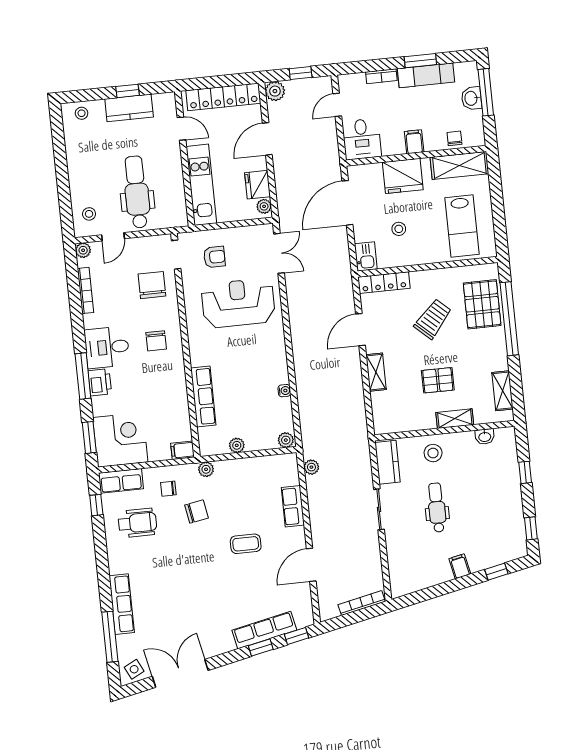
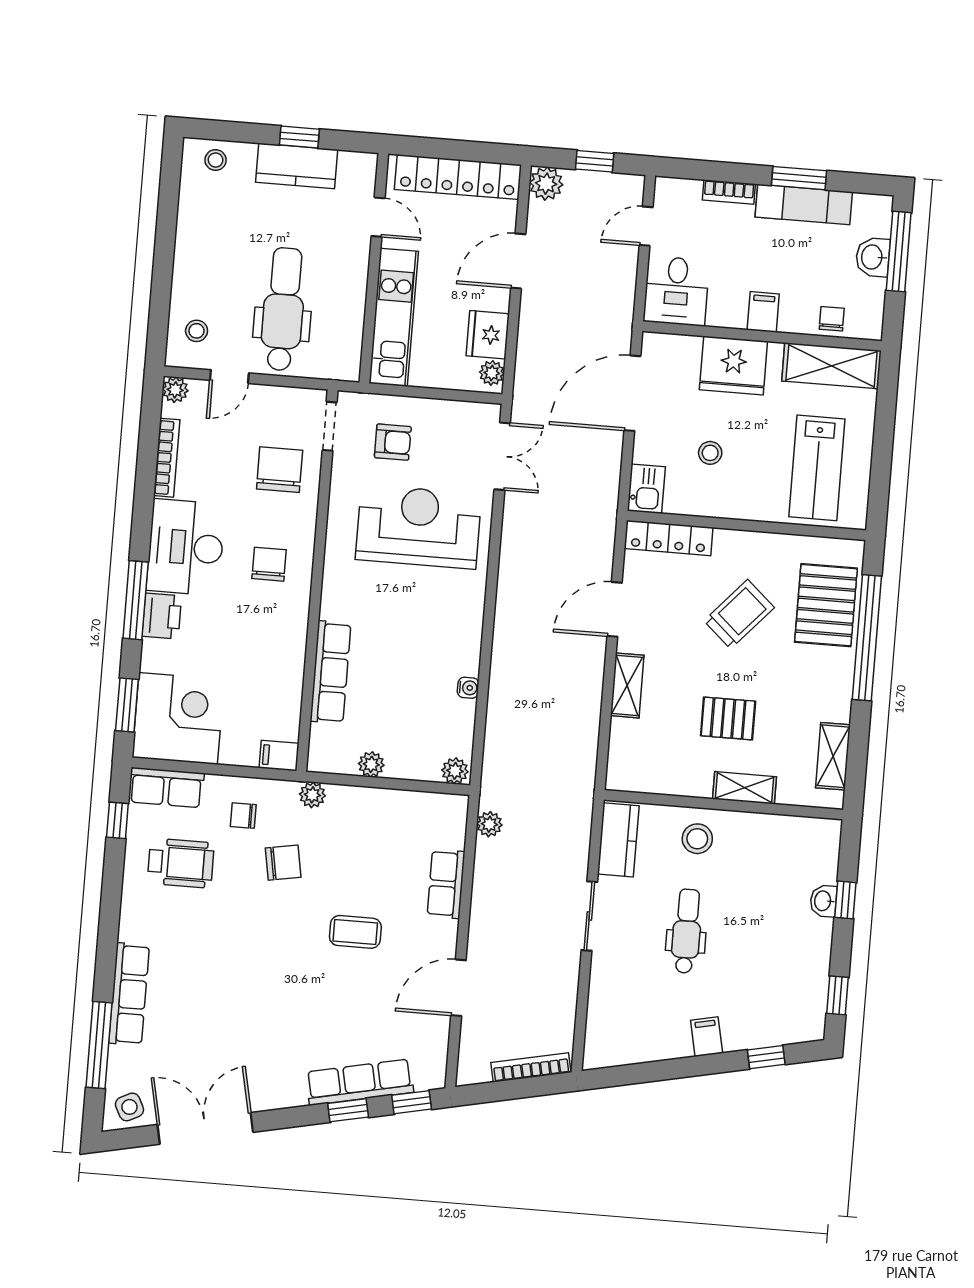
chair: (156, 341) -> (269, 564), turned 180
desk: (107, 347) -> (186, 547), width x1.37
washbasin: (485, 437) -> (823, 901), moved, turned 90

